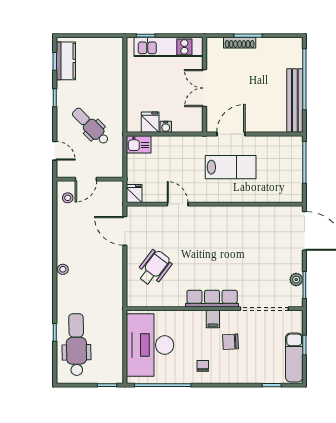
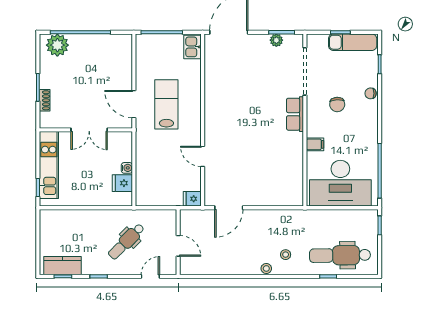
shoe rack: (240, 43) -> (45, 100), width x0.70
plant: (291, 56) -> (57, 45), added
bench: (295, 100) -> (101, 42), removed
kitchen sink: (139, 144) -> (192, 47), moved, turned 180
stool: (68, 198) -> (286, 255), moved
door: (178, 204) -> (203, 156), hinge flipped
wheelchair: (154, 268) -> (265, 179), removed
row of seats: (212, 299) -> (295, 114), width x0.68
filing cabinet: (213, 319) -> (315, 144), moved
chair: (203, 366) -> (371, 93), moved

